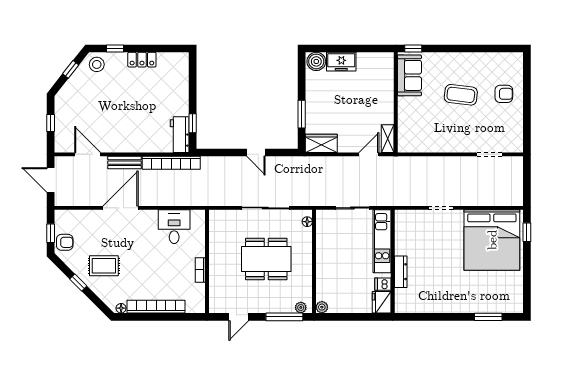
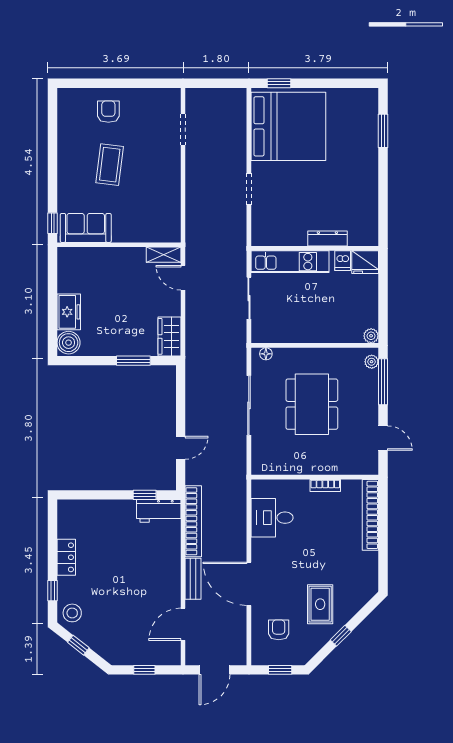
door: (256, 152) -> (181, 448), moved
armchair: (65, 242) -> (279, 630), moved
bookcase: (156, 307) -> (370, 515), moved
floor lamp: (121, 308) -> (372, 583), removed

